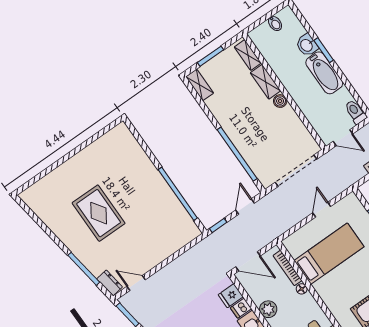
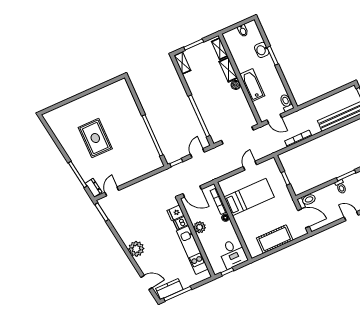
bathtub: (324, 73) -> (252, 85), moved, turned 180
door: (136, 283) -> (112, 191), hinge flipped

